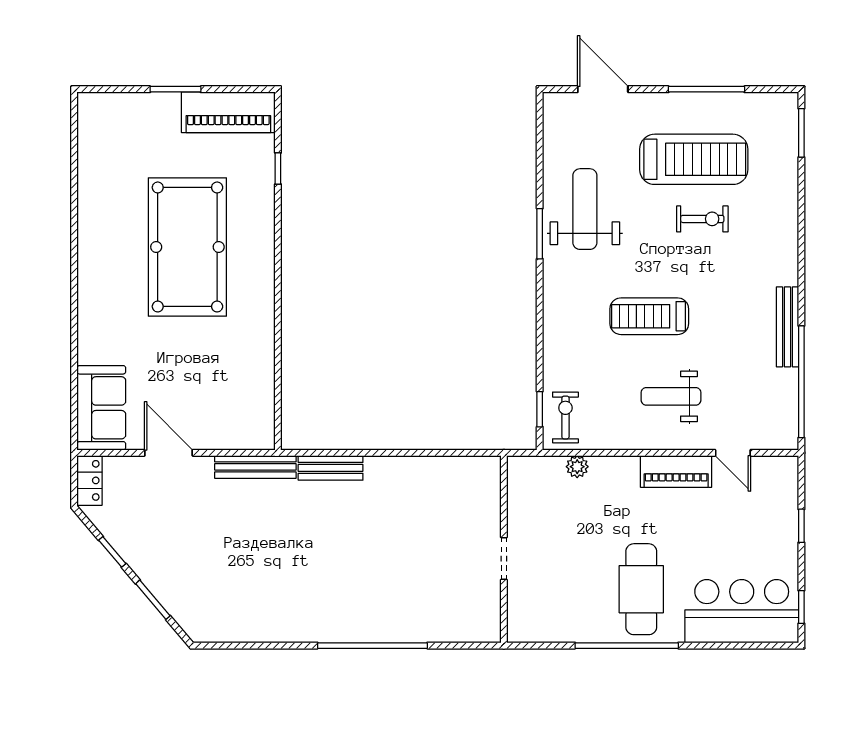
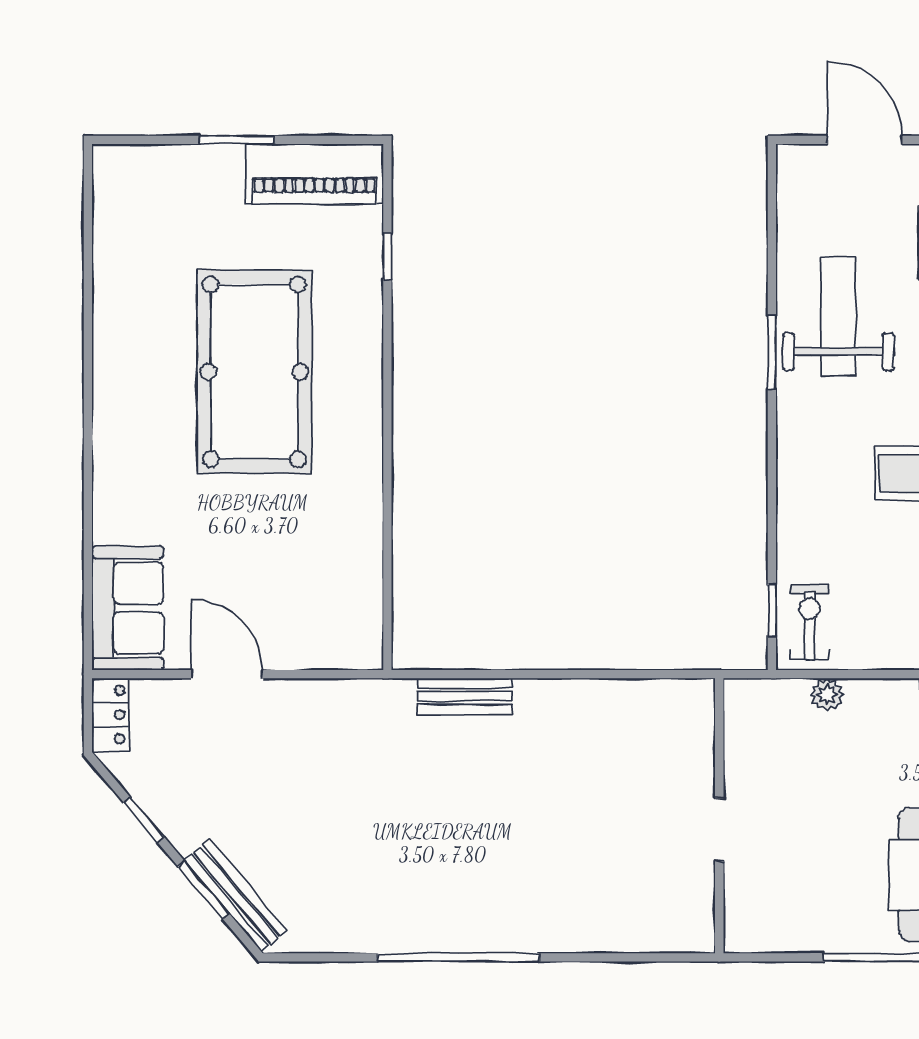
bench: (255, 467) -> (235, 895), moved, turned 50
window: (372, 646) -> (458, 957), moved

